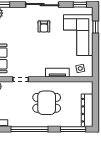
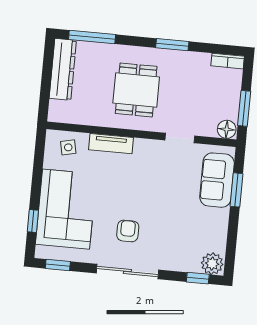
dining table: (47, 103) -> (136, 90), turned 90
window: (30, 129) -> (172, 45), width x0.47

